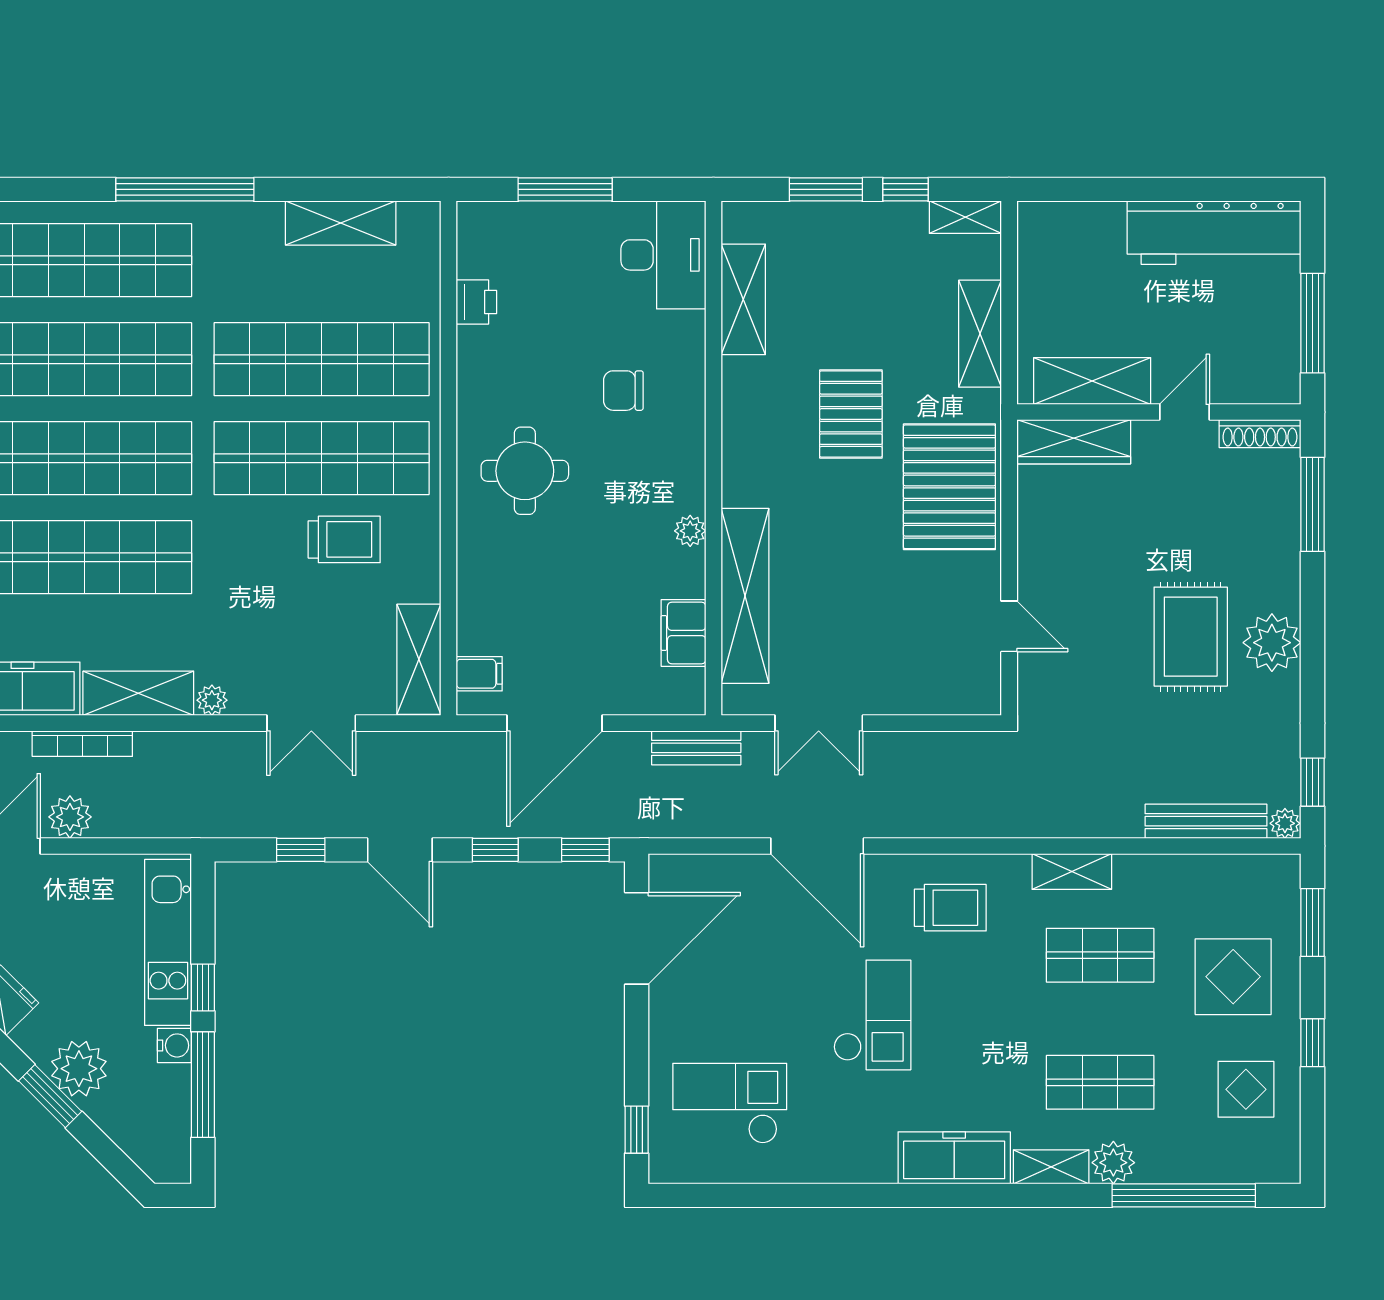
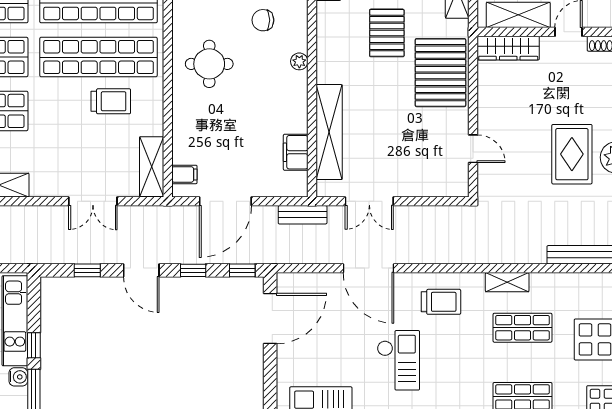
plant: (690, 531) -> (299, 61), moved
plant: (212, 700) -> (39, 189), removed

